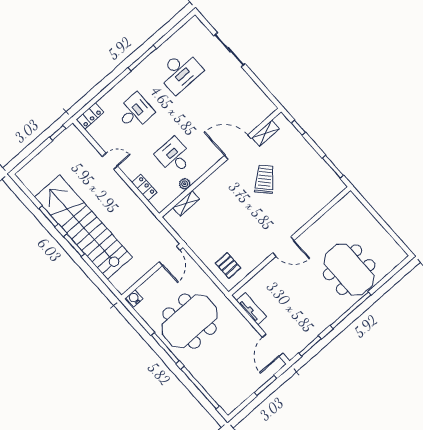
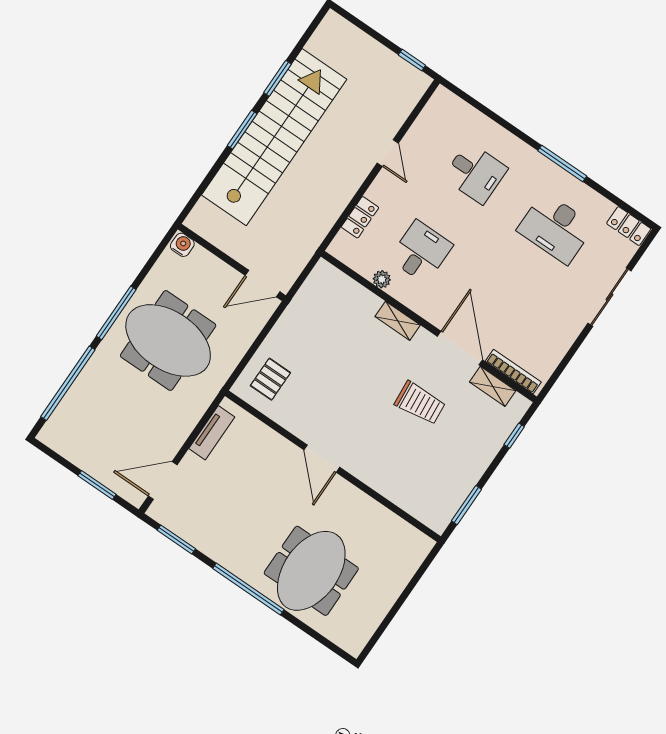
locker: (90, 116) -> (629, 226), moved
bookcase: (260, 119) -> (513, 372), added
trolley: (265, 179) -> (420, 403), turned 38
shelving: (186, 203) -> (398, 321), moved

